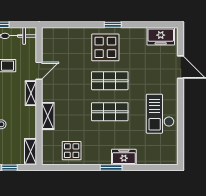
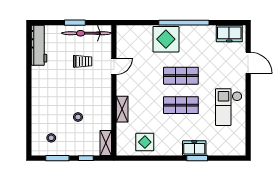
window: (113, 25) -> (184, 23), width x3.17
display table: (105, 47) -> (166, 39), moved
shelving: (31, 93) -> (106, 87), removed
window: (111, 168) -> (197, 158), moved

